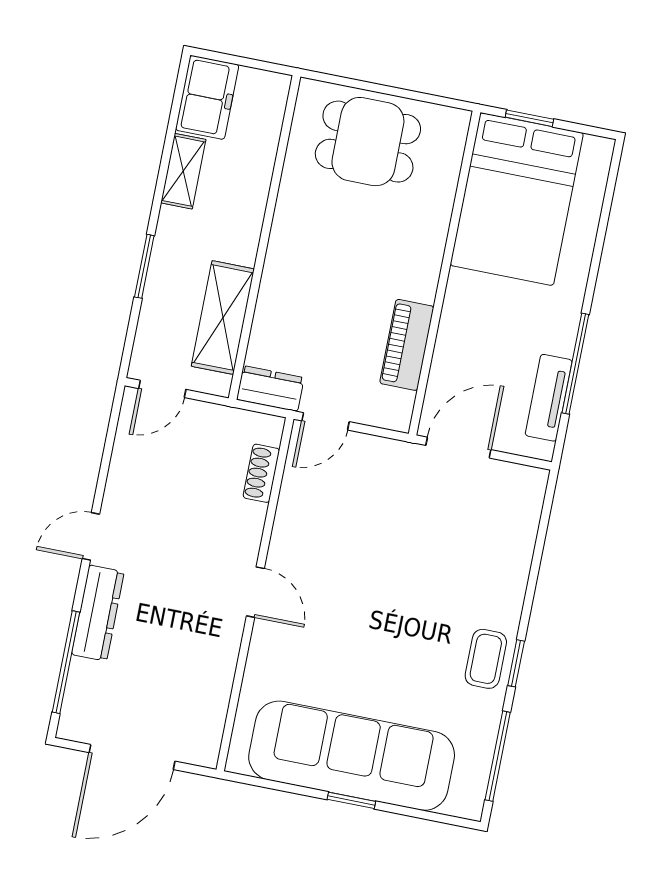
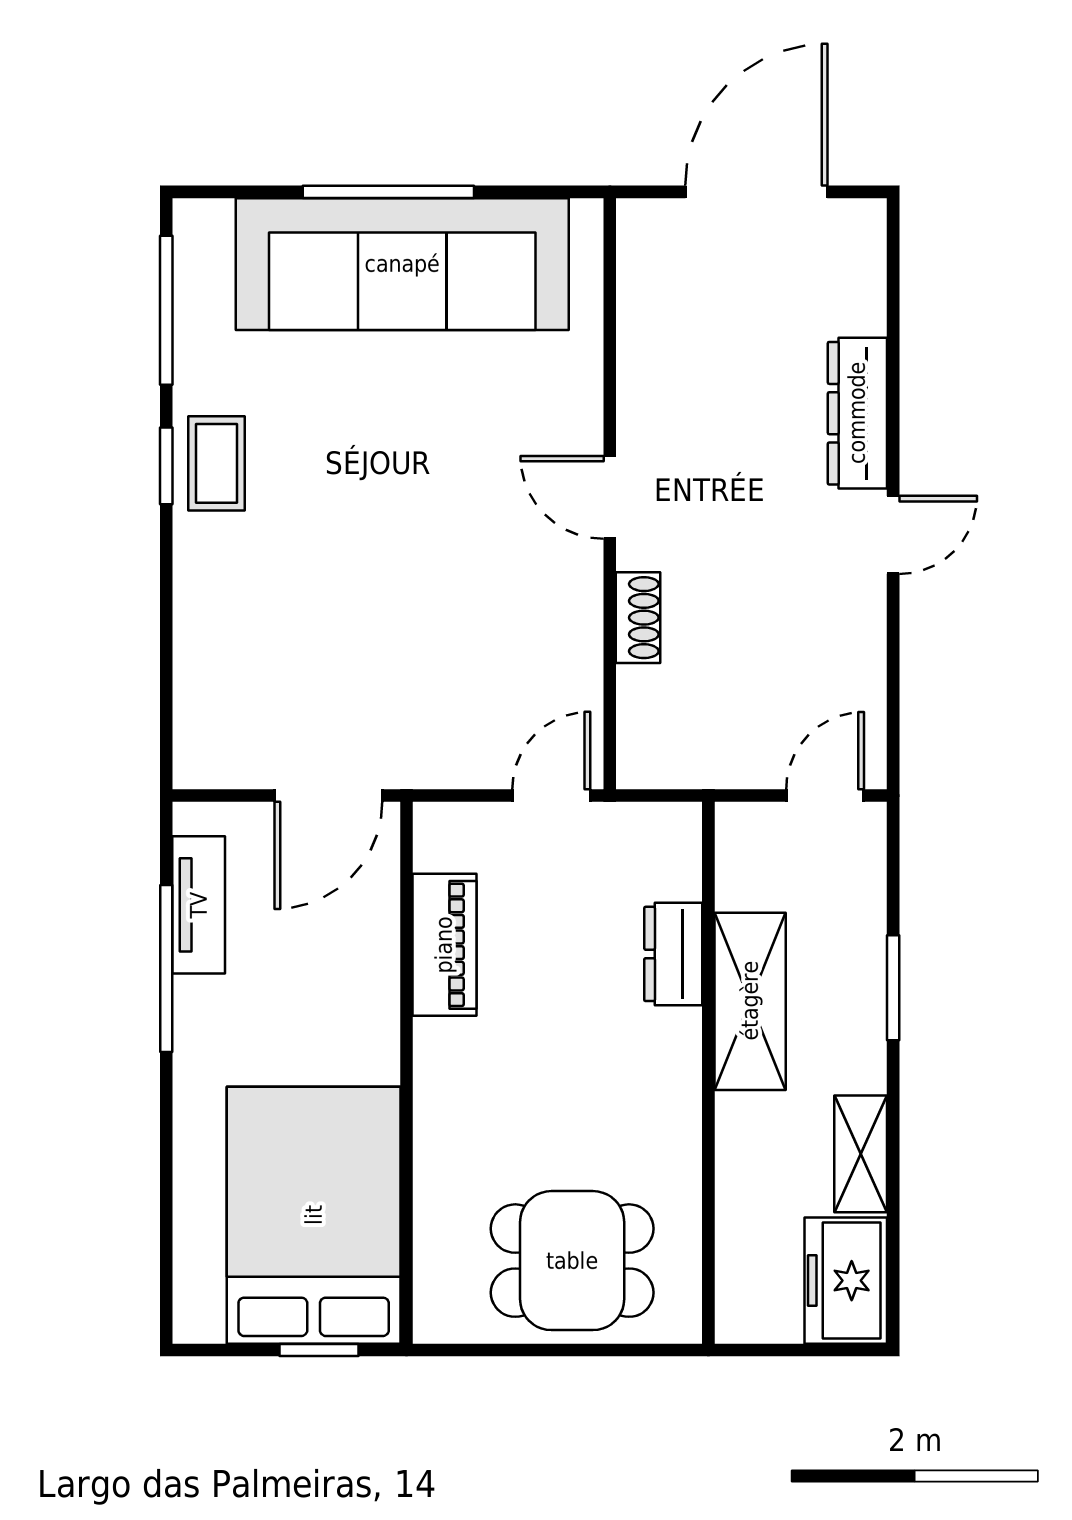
shelving: (223, 318) -> (750, 1001), moved
dresser: (270, 389) -> (673, 954), moved, turned 90
shoe rack: (261, 473) -> (638, 618), moved
window: (66, 662) -> (893, 324), removed
window: (351, 800) -> (388, 192), width x2.17

